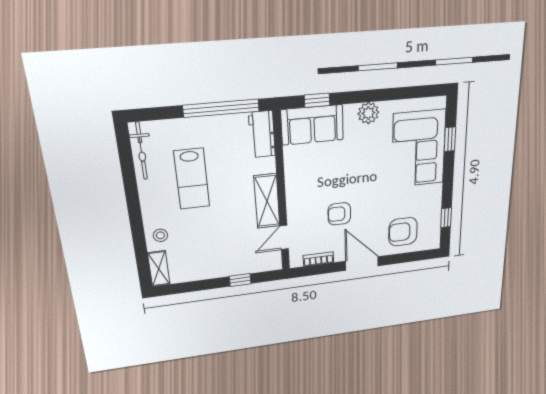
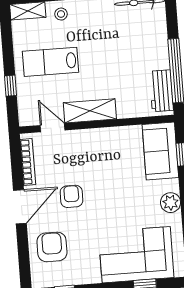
workbench: (262, 134) -> (161, 91), moved, turned -90
lab bench: (192, 179) -> (50, 62), moved
armchair: (339, 214) -> (71, 196), moved
bookcase: (318, 259) -> (28, 162), width x1.56

